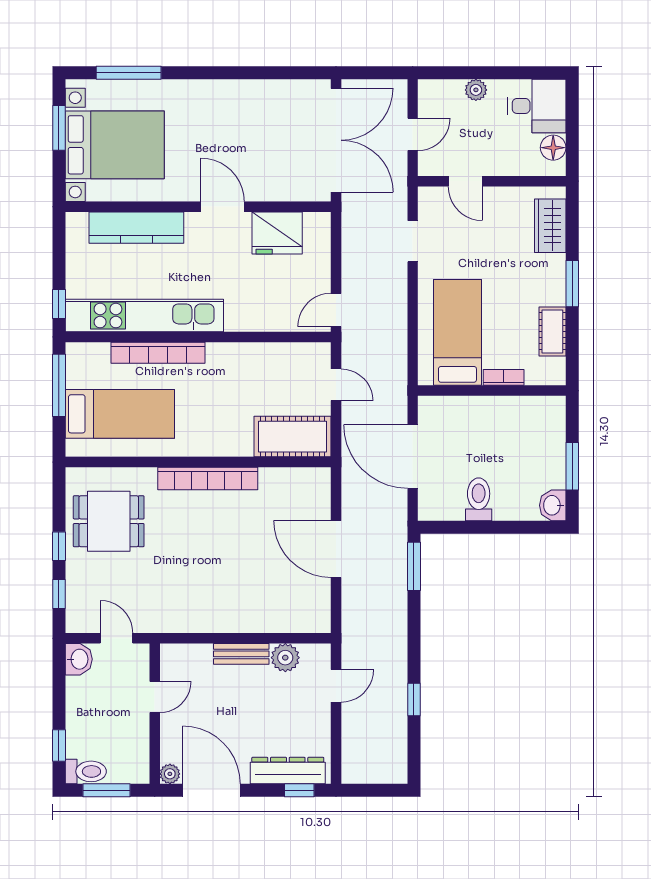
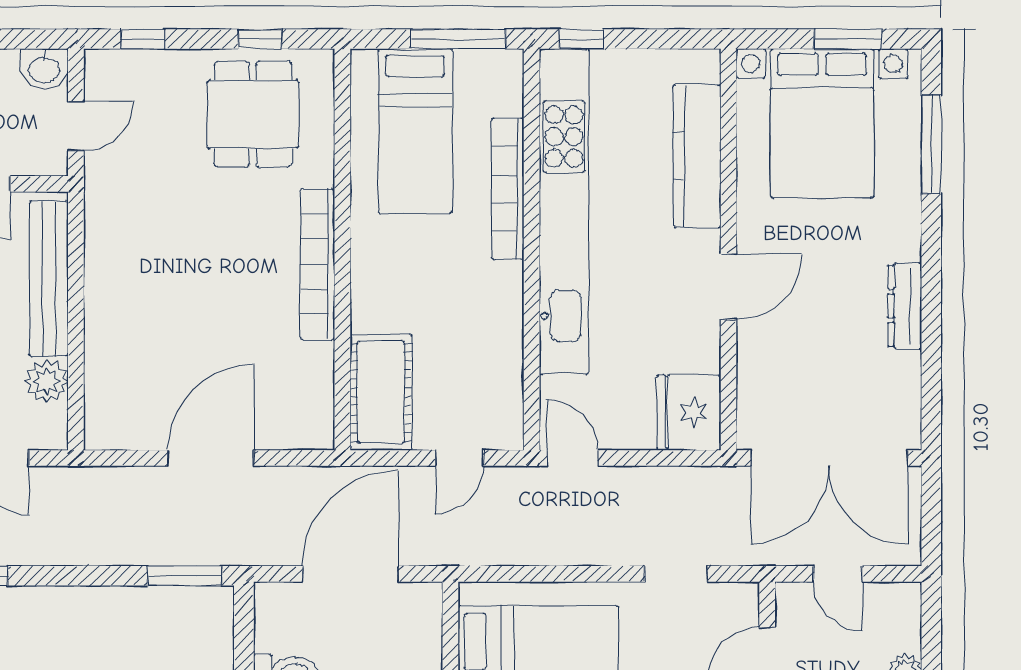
dresser: (235, 90) -> (905, 306), added
fridge: (277, 233) -> (689, 412), moved
kitchen unit: (144, 316) -> (564, 212), width x1.36
window: (59, 546) -> (260, 39), moved
bench: (241, 654) -> (49, 279), width x1.86, depth x1.21

